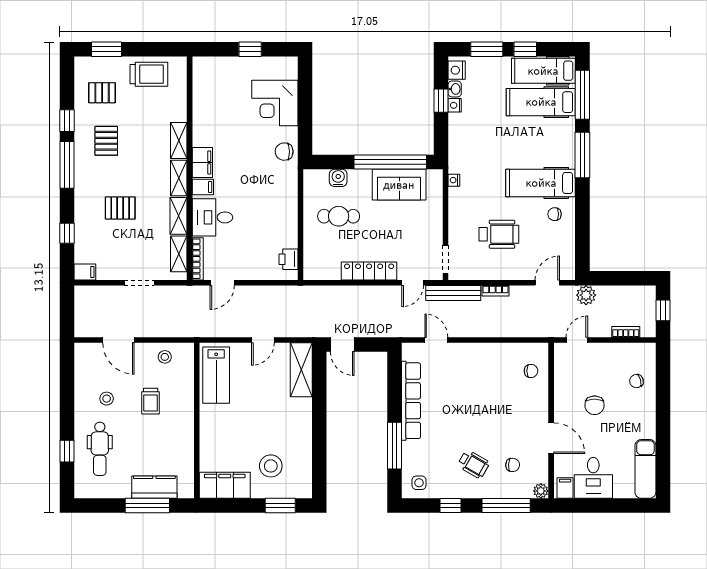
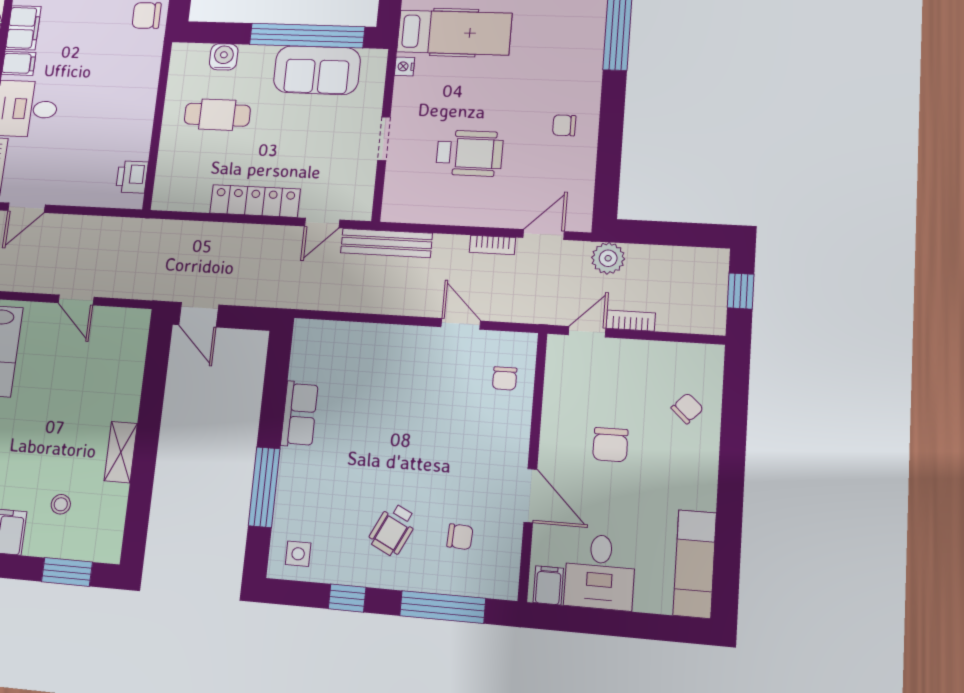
hospital bed: (541, 183) -> (454, 32), moved, turned 180
doorway: (445, 259) -> (384, 139), moved
bookcase: (496, 291) -> (492, 245), moved
bookcase: (626, 332) -> (631, 321), moved
door: (263, 340) -> (76, 300), hinge flipped
door: (436, 340) -> (461, 324), moved
shelving: (301, 370) -> (121, 452), moved, width x0.67, depth x0.75
chair: (531, 371) -> (505, 378), turned 90
chair: (636, 381) -> (687, 408), turned 149
row of seats: (411, 401) -> (299, 414), width x0.50
wheelchair: (473, 464) -> (393, 530), turned 86
stool: (271, 466) -> (61, 504), width x0.53, depth x0.53
plant: (541, 491) -> (505, 587), removed

